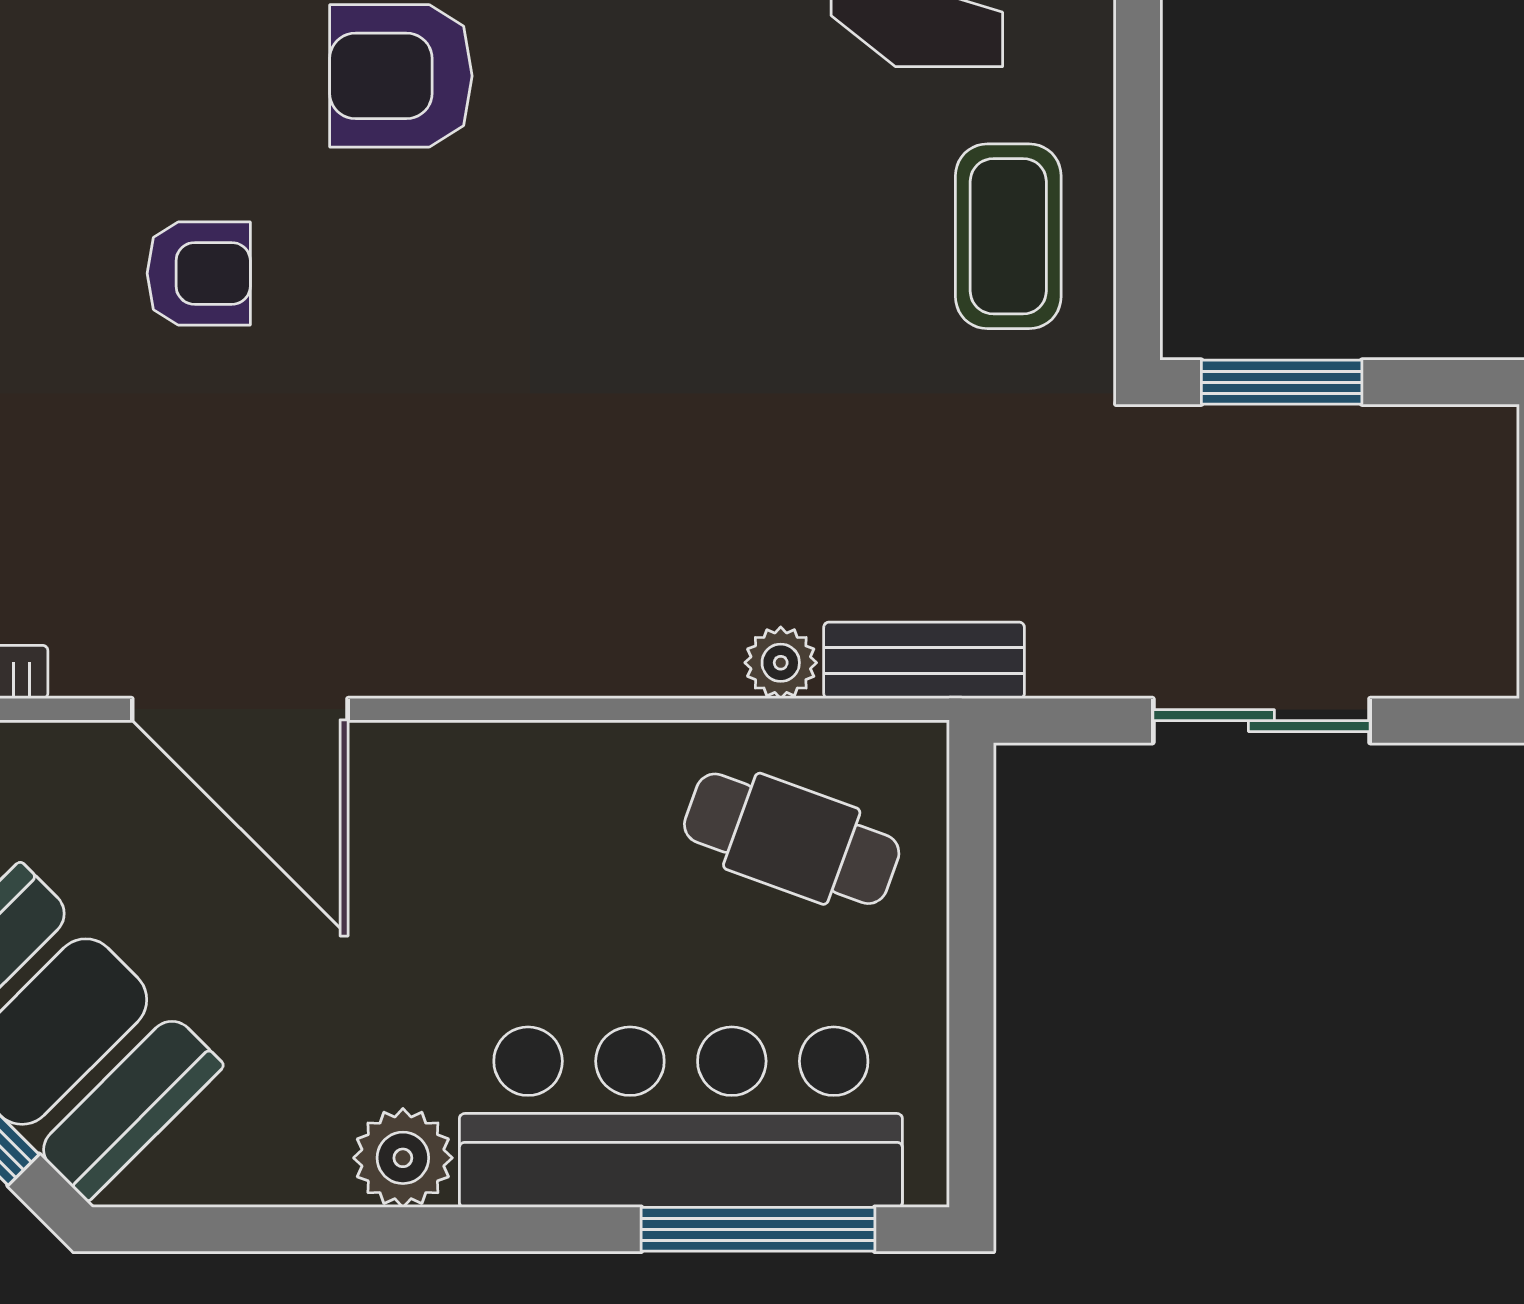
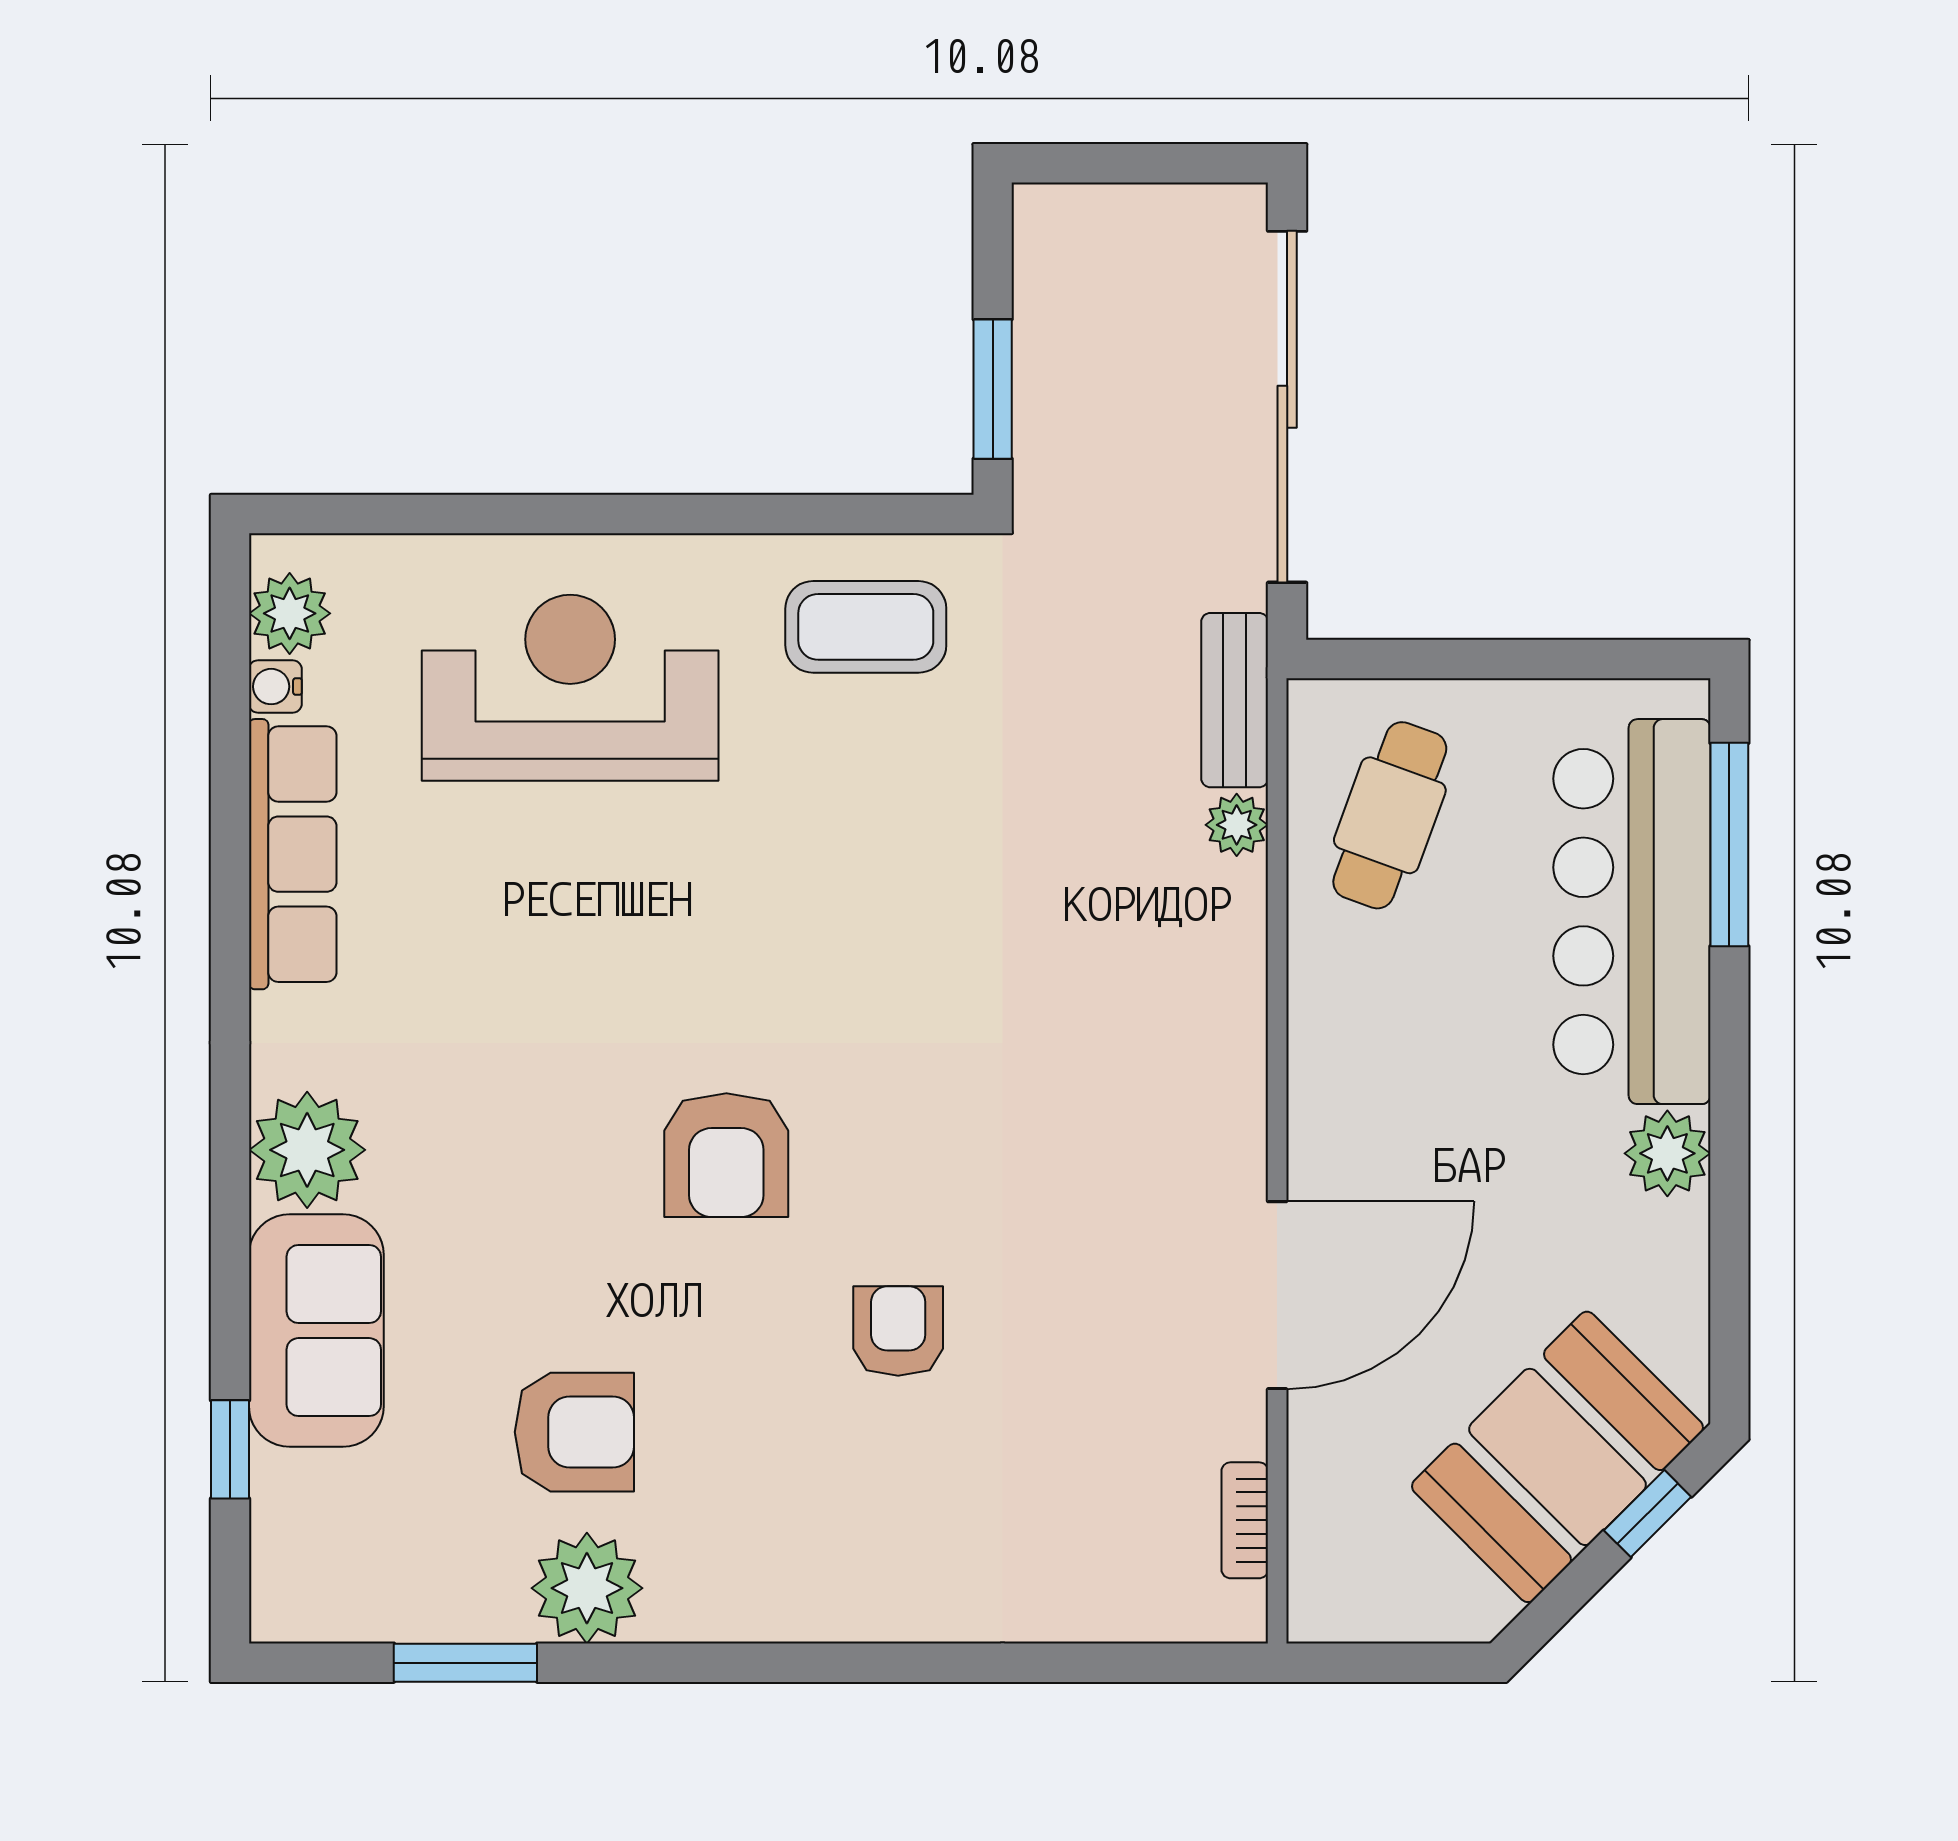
sliding door: (1261, 721) -> (1287, 407), width x1.86

